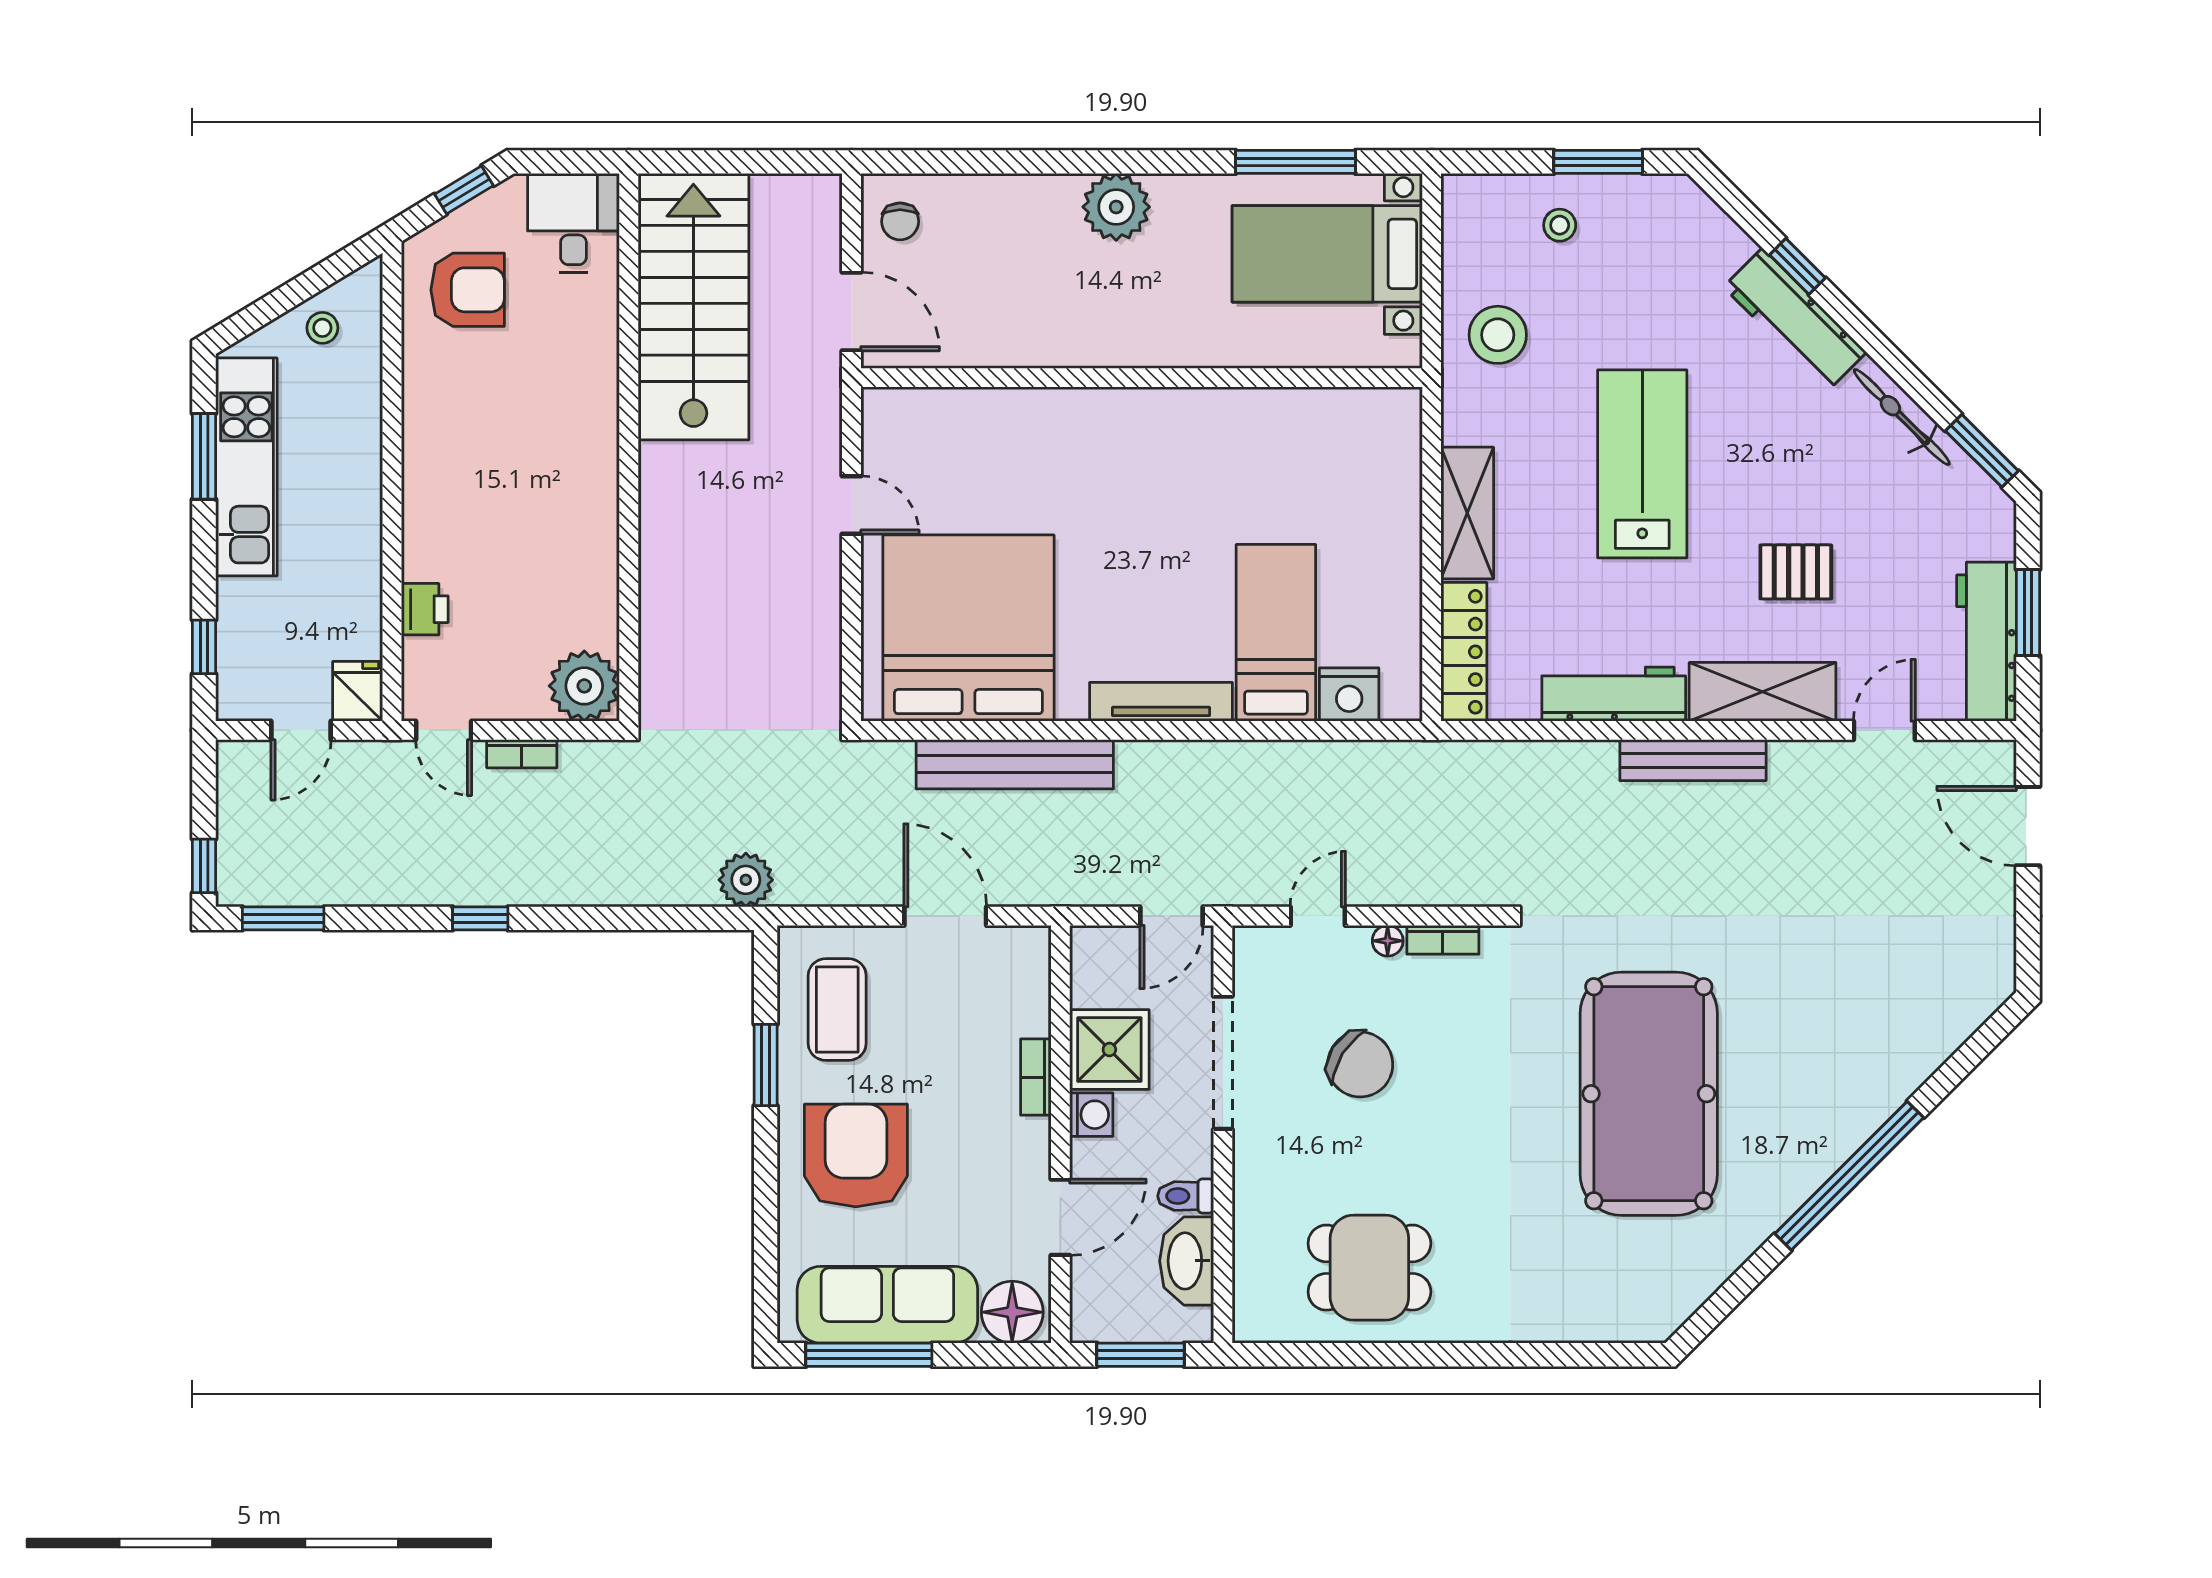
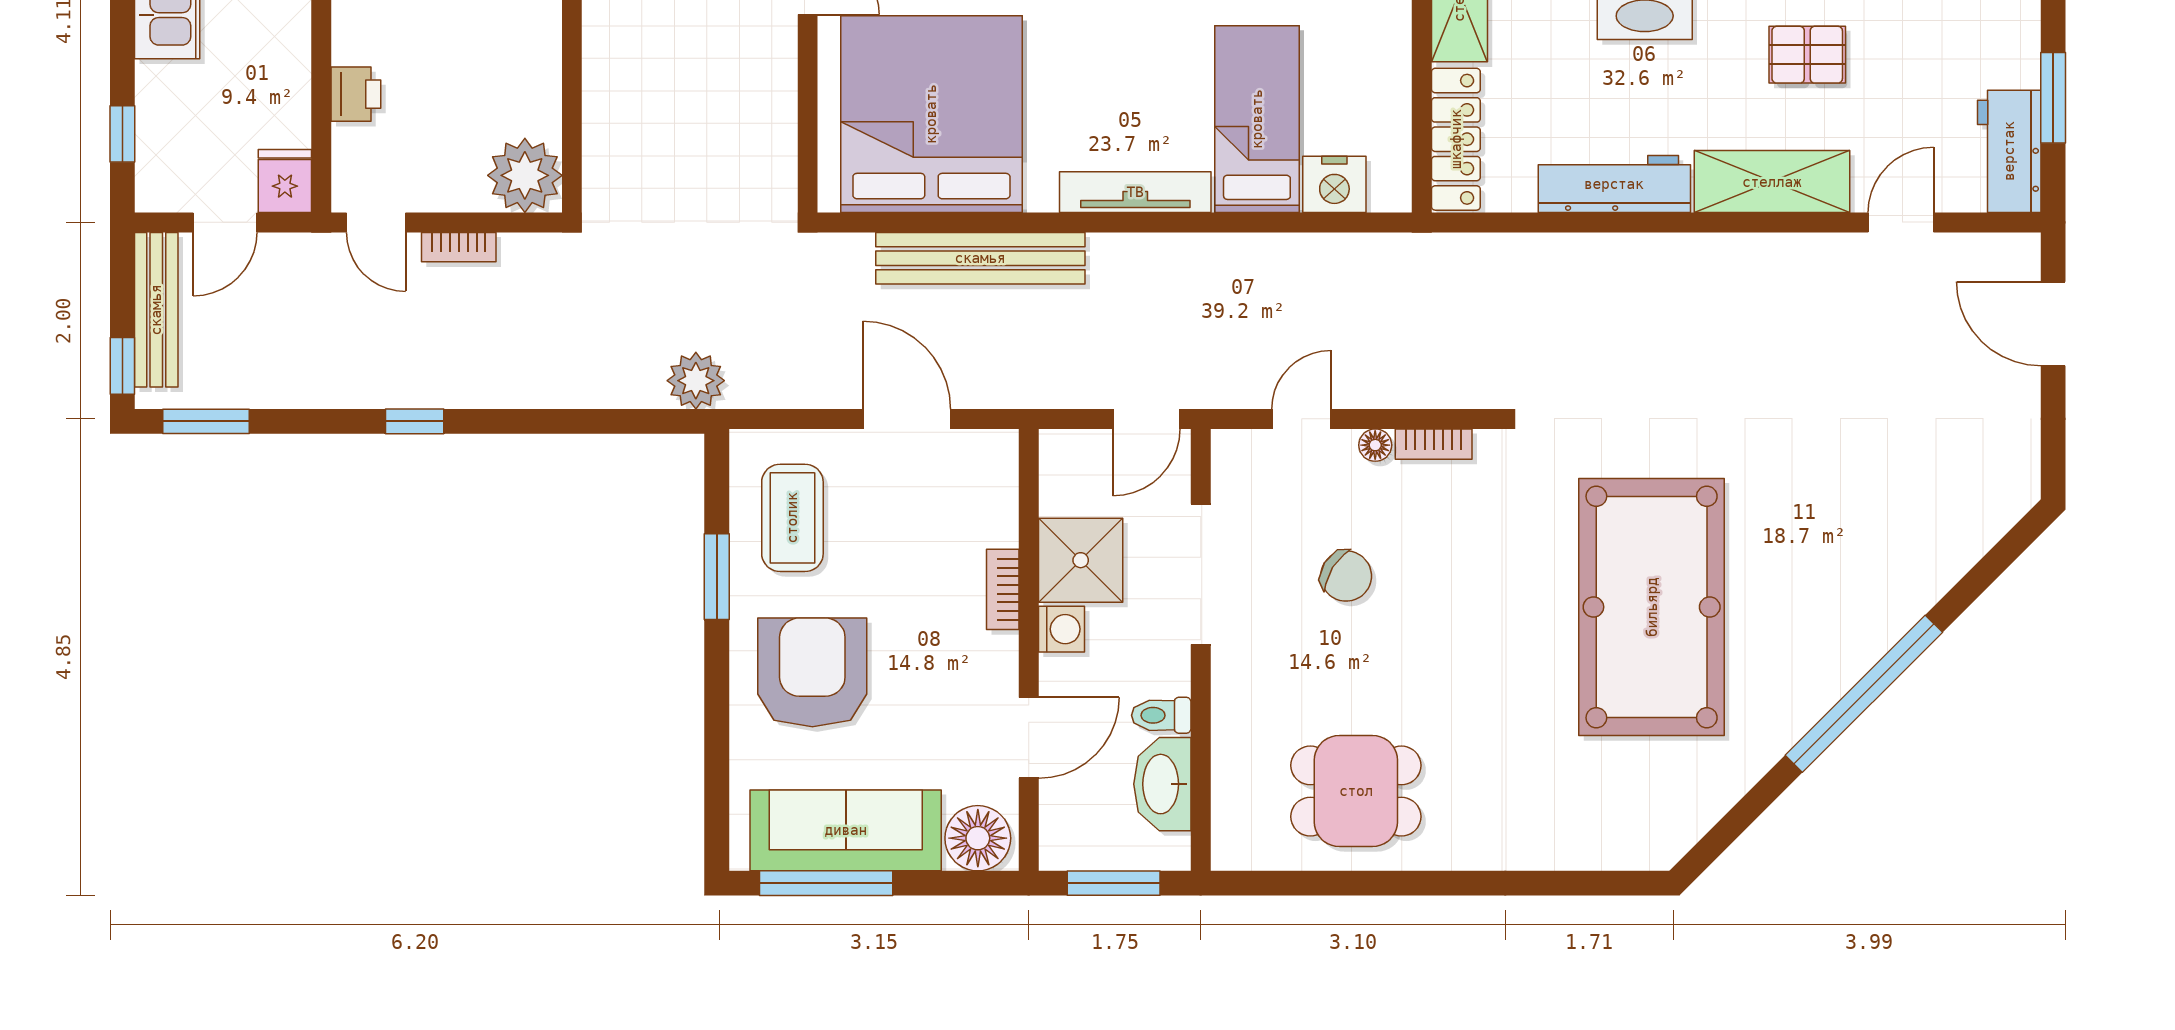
workbench: (1987, 642) -> (2009, 151), width x0.73
bench: (1693, 760) -> (156, 310), moved, turned 90
chair: (1360, 1064) -> (1346, 576), width x0.73, depth x0.73

